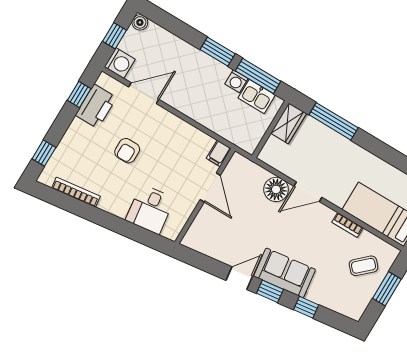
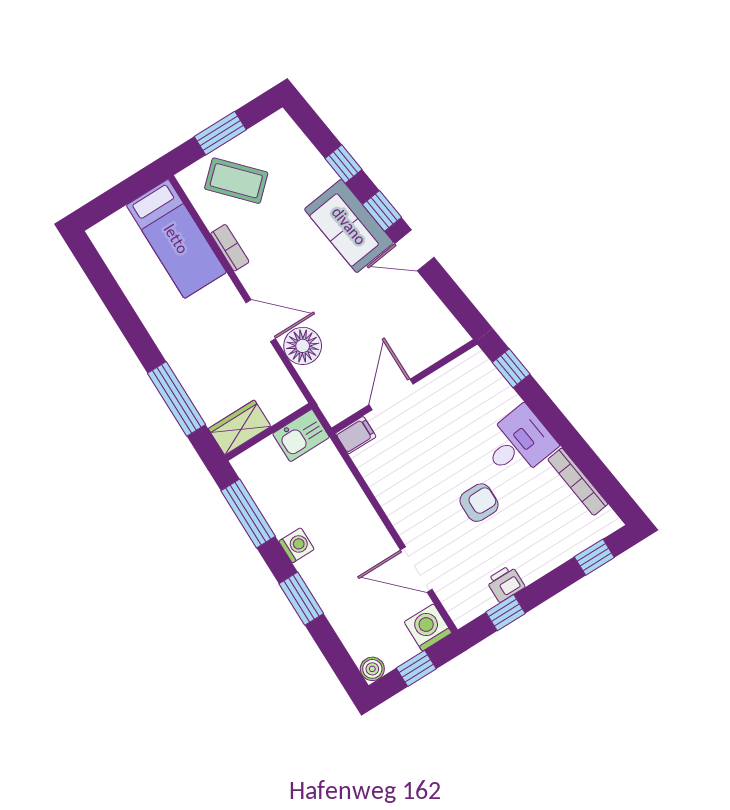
window: (218, 52) -> (301, 599), moved
washing machine: (236, 81) -> (296, 545), moved
kitchen sink: (257, 96) -> (301, 435), moved, turned 90
printer: (96, 106) -> (505, 583), width x0.53, depth x0.68
desk: (150, 209) -> (518, 443), moved
window: (148, 238) -> (511, 368), added
coffee table: (364, 266) -> (236, 181), width x1.36, depth x1.30

